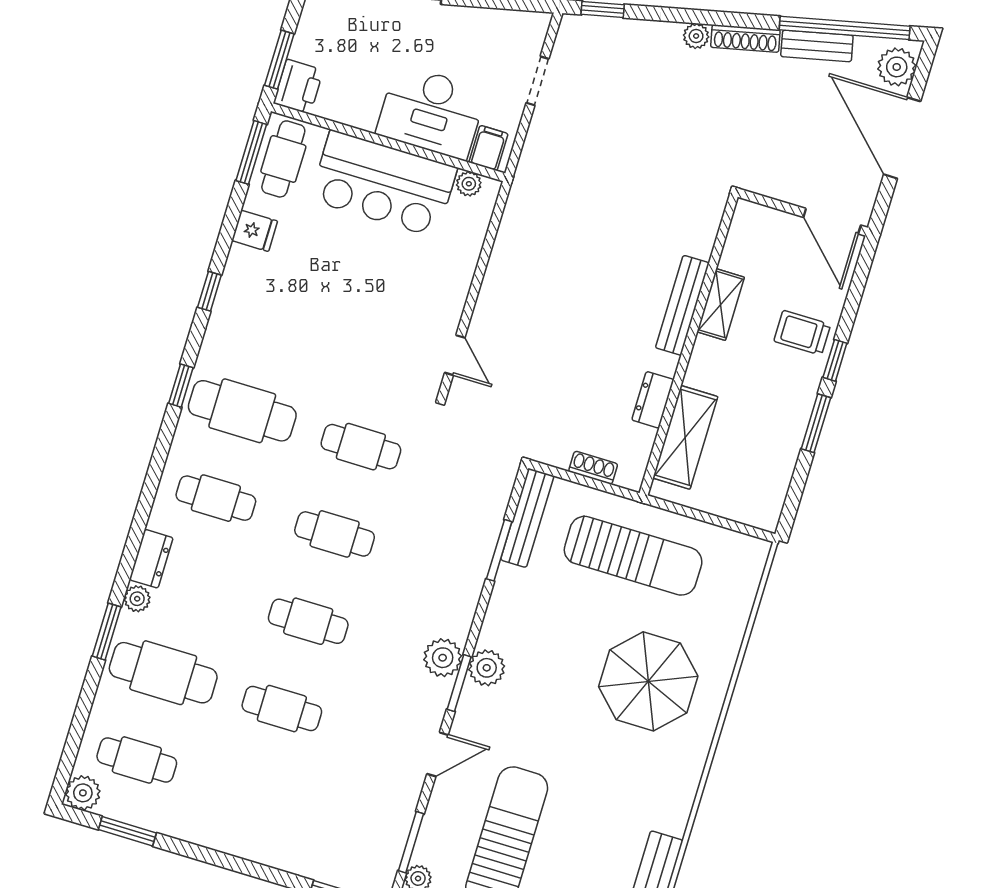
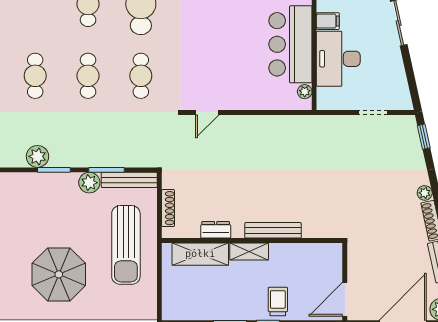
filing cabinet: (488, 148) -> (328, 21), moved
shelving: (721, 304) -> (249, 251), moved
shoe rack: (593, 468) -> (168, 208), width x1.43
plant: (487, 668) -> (89, 183), moved
window: (459, 683) -> (54, 170), moved

